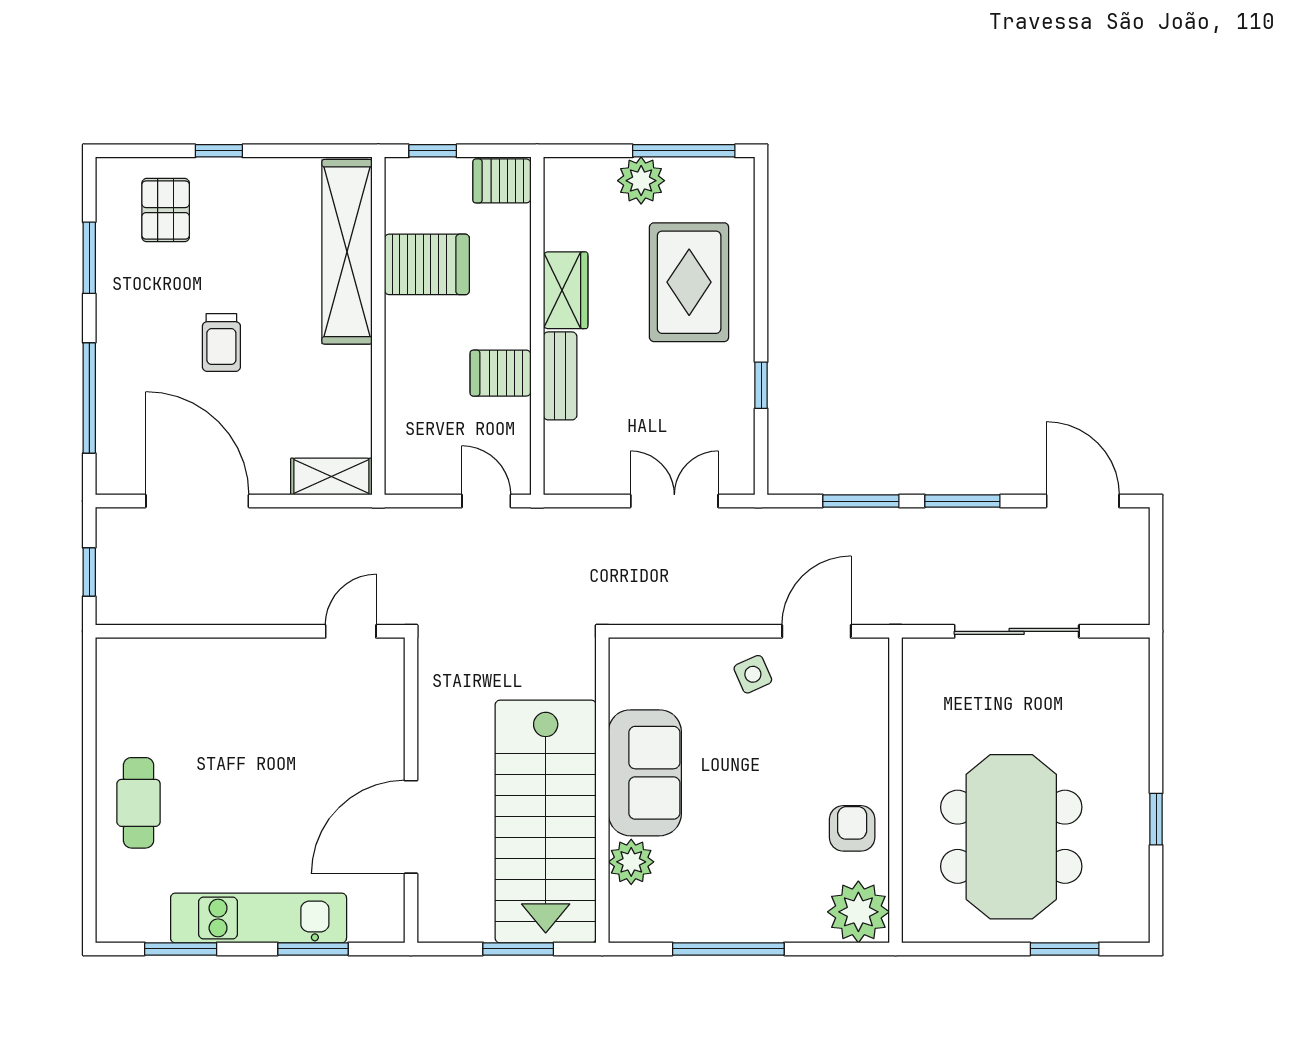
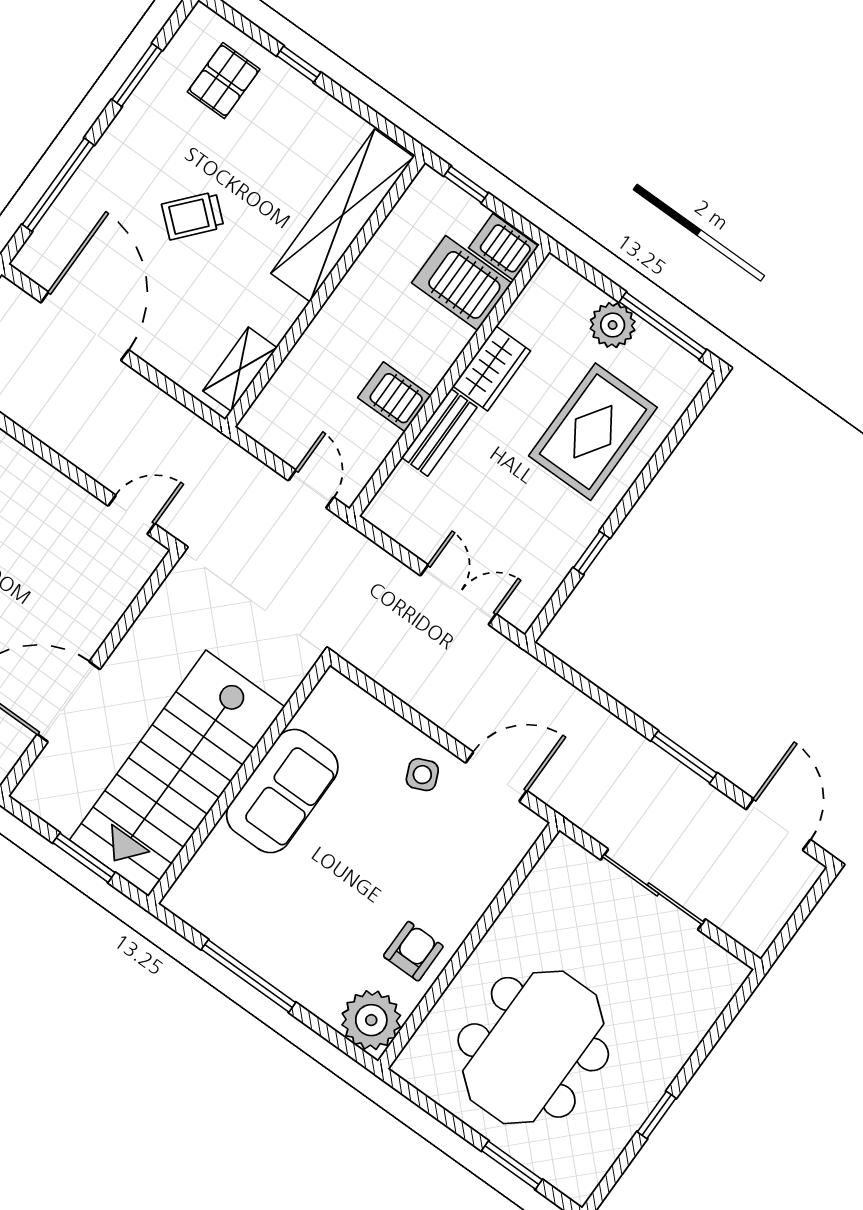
server rack: (427, 264) -> (462, 283), moved, turned 180
trolley: (221, 343) -> (193, 216), turned 41
shelving: (331, 477) -> (240, 369), moved, turned 90
window: (861, 501) -> (604, 700), removed
plant: (631, 862) -> (221, 853), removed

